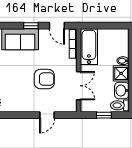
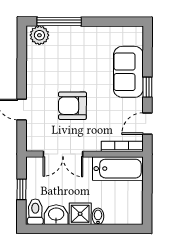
armchair: (44, 79) -> (72, 106), turned 90

